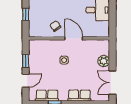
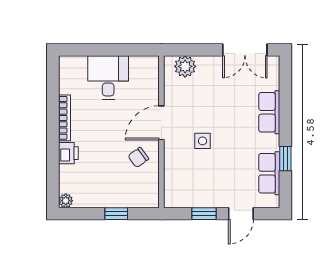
plant: (104, 61) -> (185, 66), moved
door: (26, 81) -> (241, 214), swing flipped

